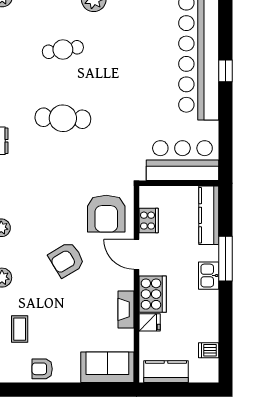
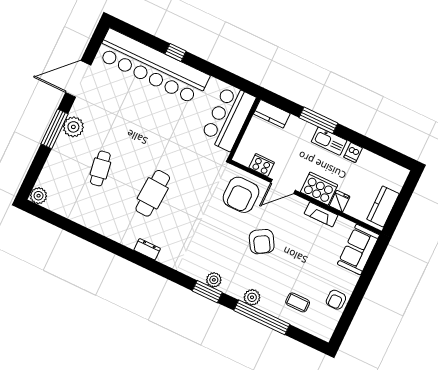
armchair: (106, 214) -> (241, 195), turned 90
kitchen counter: (209, 215) -> (272, 114), width x0.67
kitchen sink: (209, 276) -> (329, 141), width x1.38
dishwasher: (209, 350) -> (353, 152), moved

